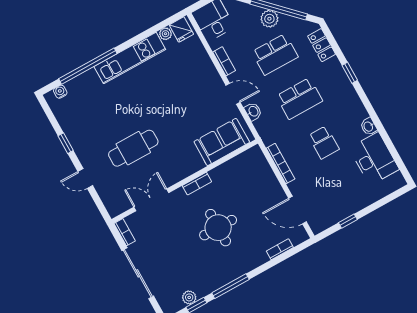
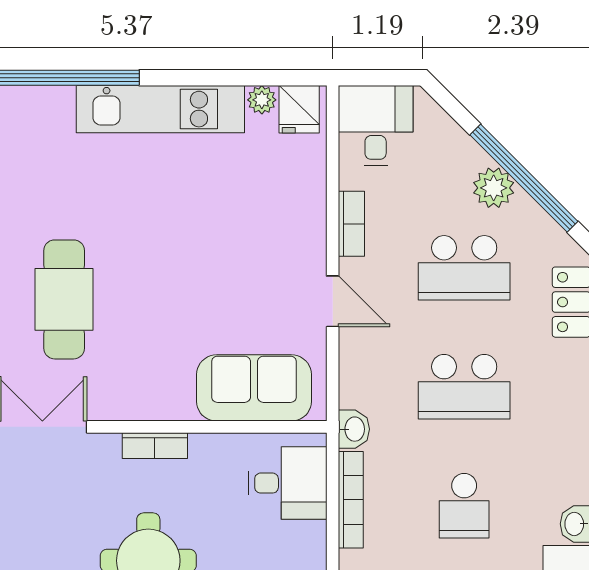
washbasin: (253, 111) -> (354, 429), moved
cafe table: (133, 148) -> (64, 299), turned 90
desk: (254, 170) -> (288, 483), added

